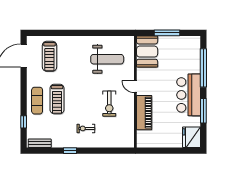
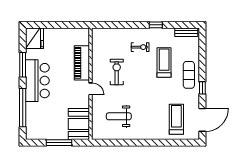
weight bench: (107, 59) -> (119, 116), width x0.73, depth x0.75
treadmill: (57, 99) -> (164, 63), moved
window: (24, 122) -> (202, 88), moved

